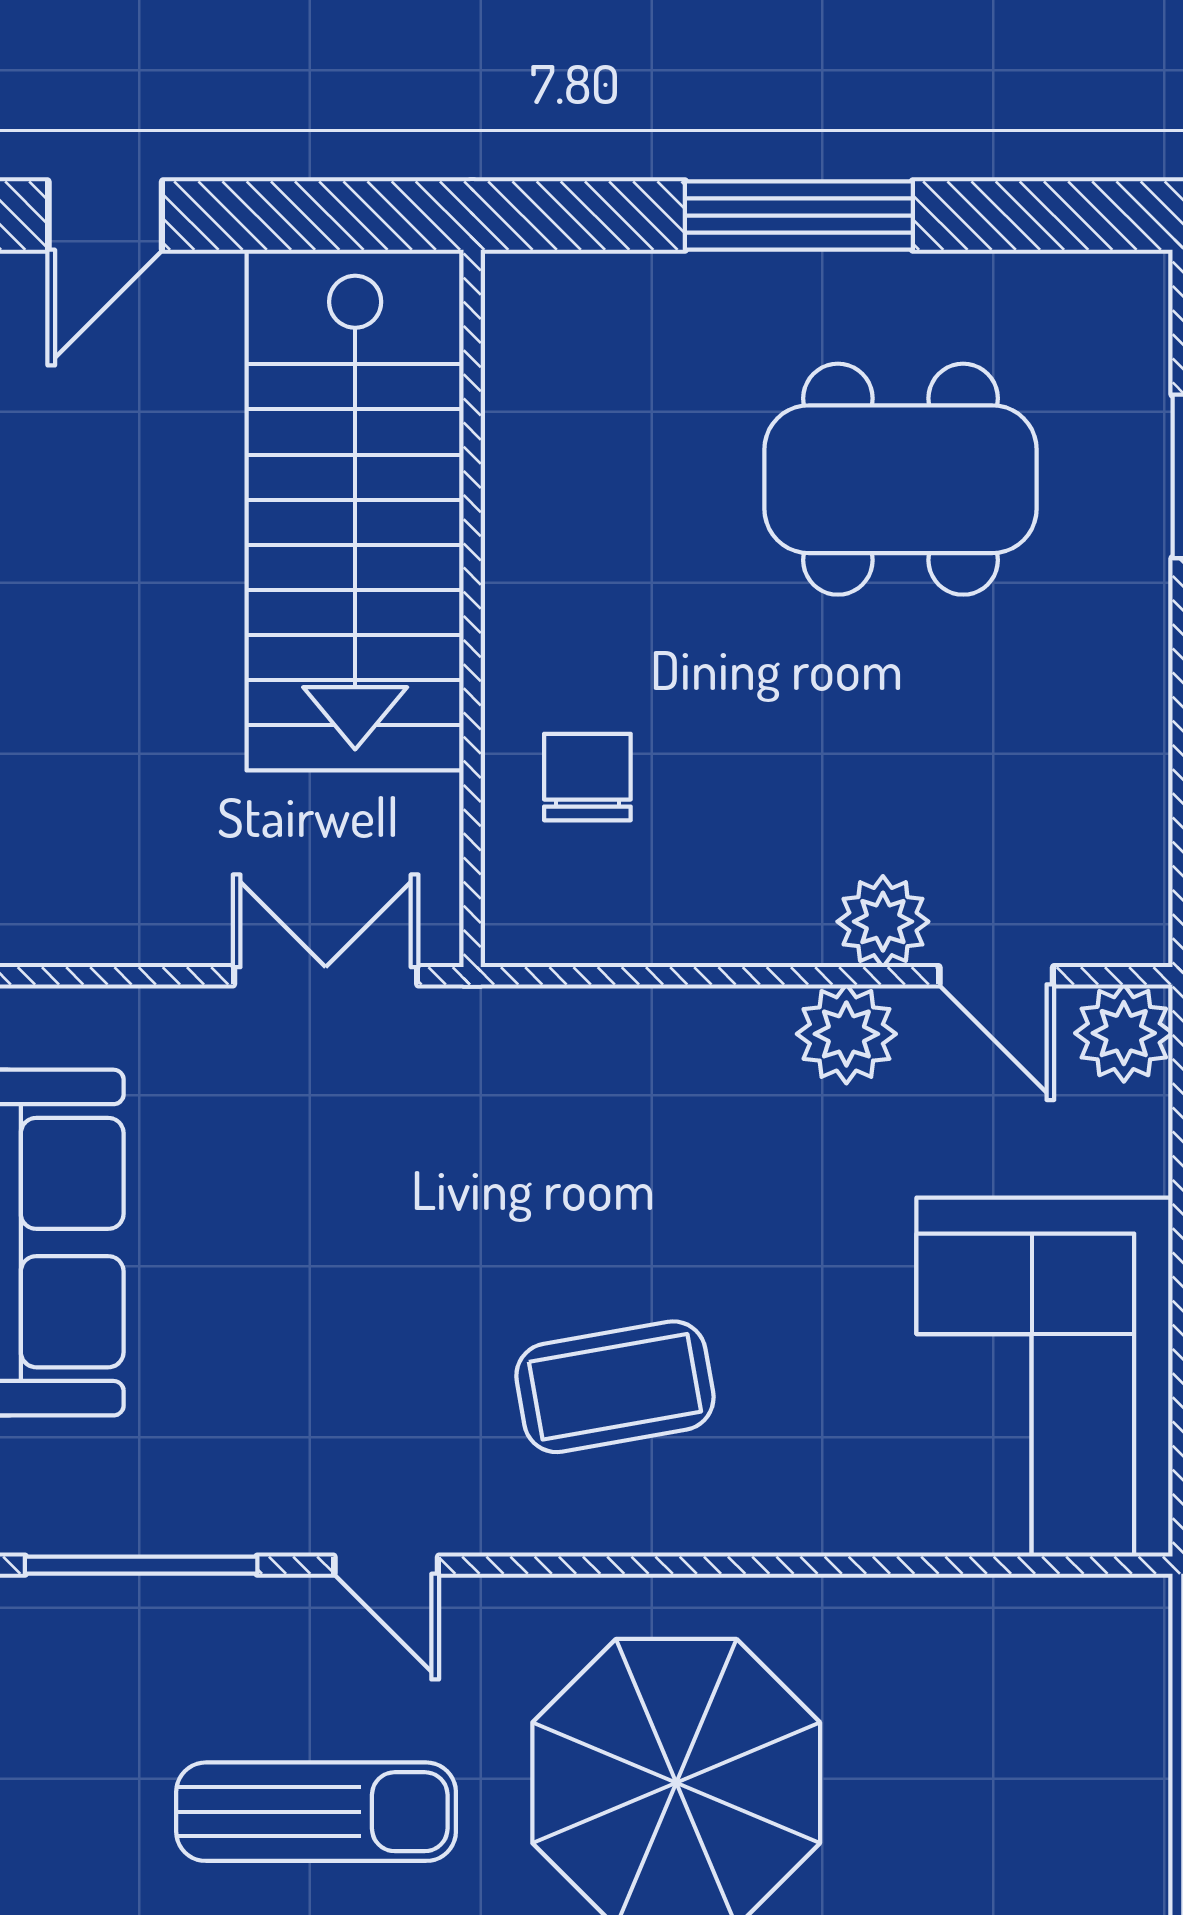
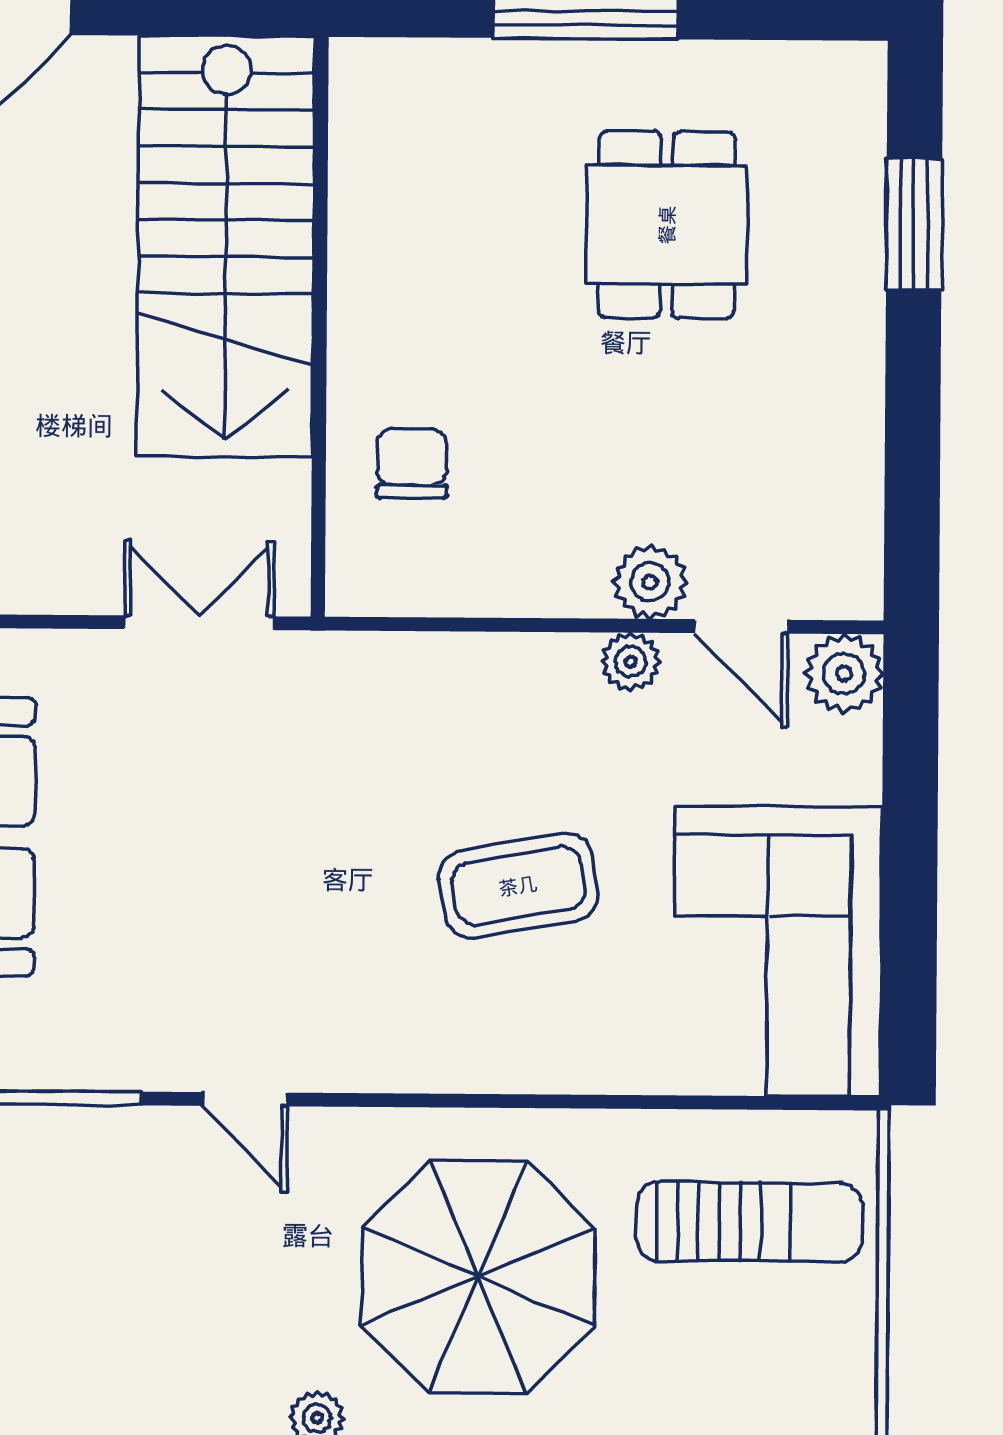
dining table: (901, 479) -> (667, 225), width x0.73
plant: (846, 1034) -> (631, 662), width x0.73, depth x0.73
coffee table: (615, 1387) -> (518, 886), moved
sun lounger: (316, 1812) -> (749, 1222), moved

